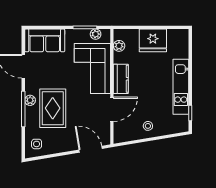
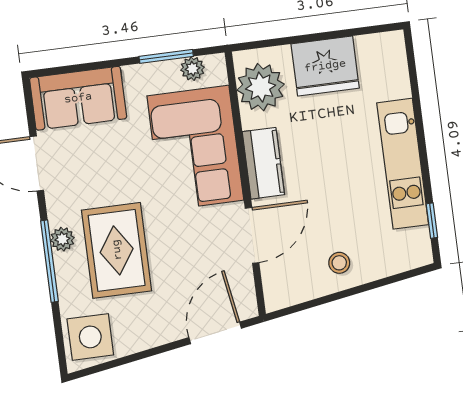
plant: (119, 46) -> (261, 87), width x1.87, depth x1.87
side table: (37, 144) -> (90, 337), width x1.87, depth x1.87
door: (91, 149) -> (215, 333), hinge flipped

